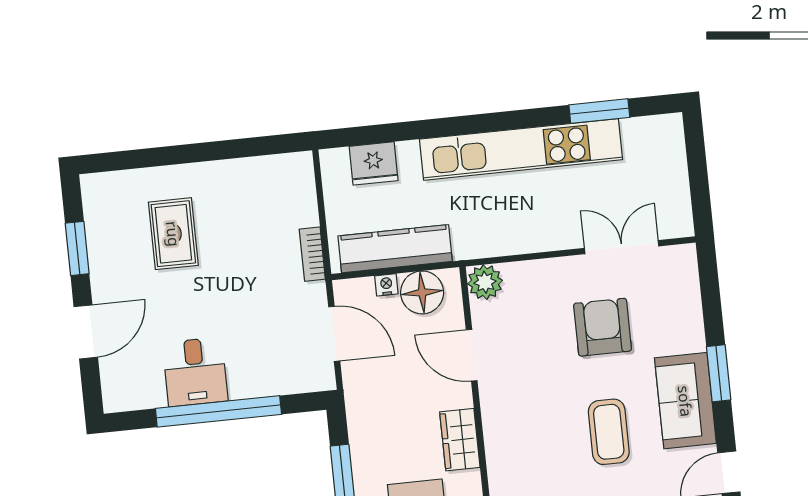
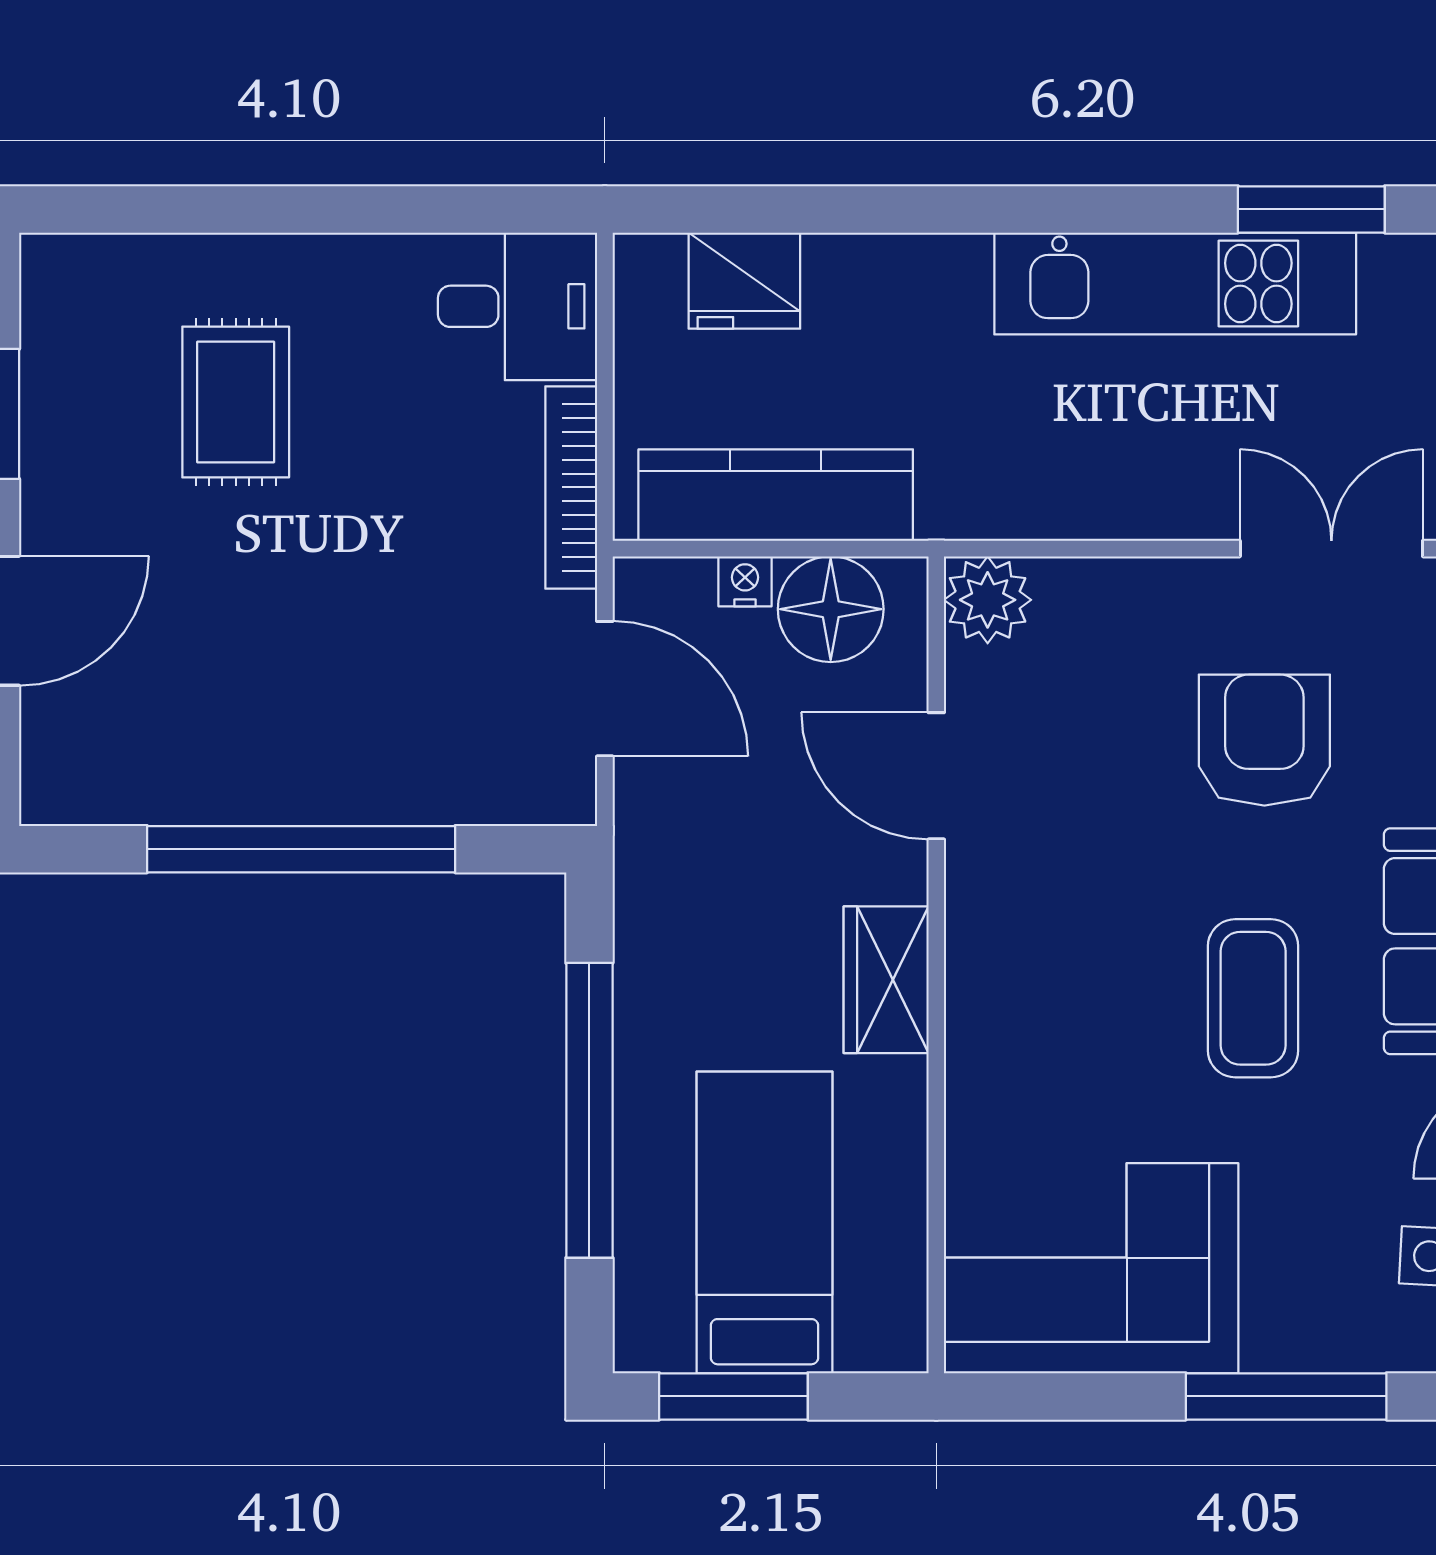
kitchen unit: (521, 149) -> (1175, 283), width x0.73
bookcase: (312, 254) -> (571, 487), width x1.56
desk: (195, 372) -> (518, 306), moved, turned -90

